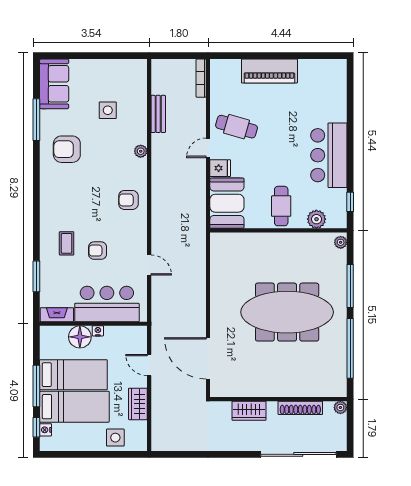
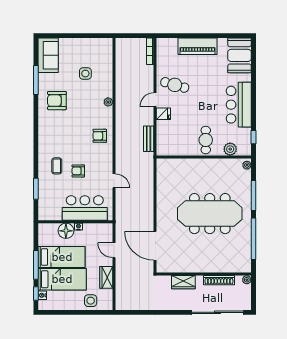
bench: (158, 114) -> (149, 139), moved
booth: (227, 203) -> (239, 55), moved
fireplace: (57, 315) -> (50, 215), removed

